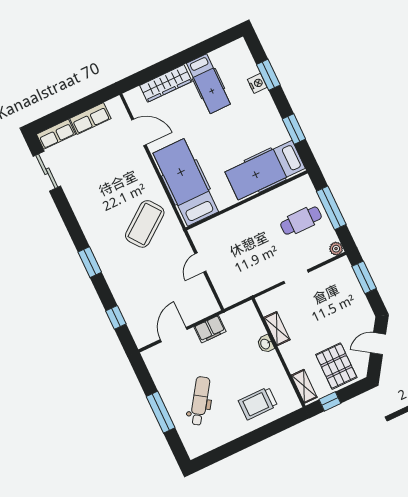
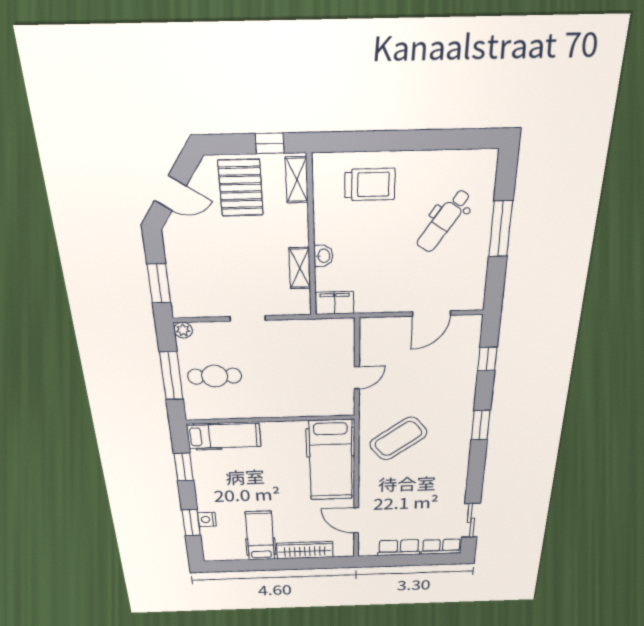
hospital bed: (265, 170) -> (224, 436), width x0.73, depth x0.78
filing cabinet: (210, 329) -> (335, 303), moved

